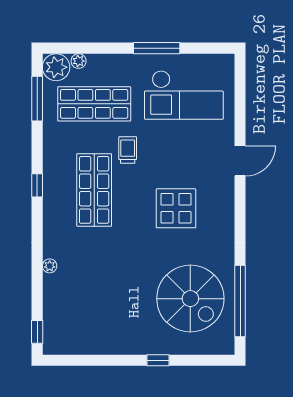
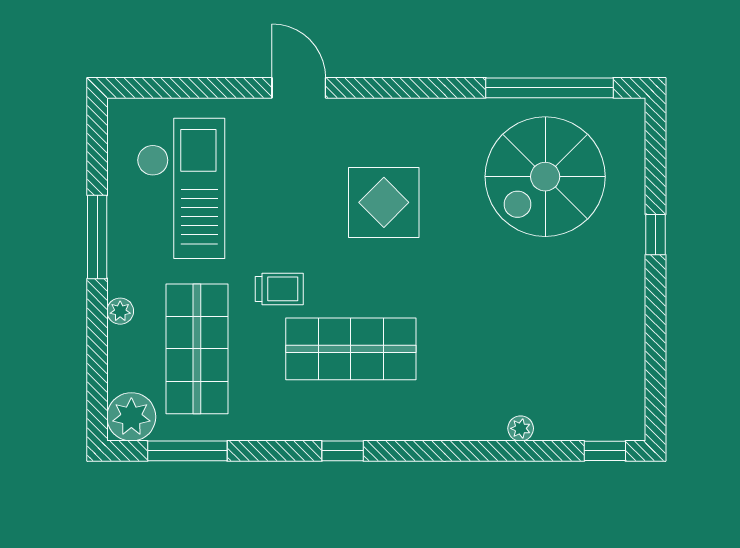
plant: (79, 61) -> (120, 311), moved
trolley: (128, 150) -> (279, 289), turned 180
plant: (50, 266) -> (521, 428), moved
spiral stairs: (190, 299) -> (545, 177), turned 180

